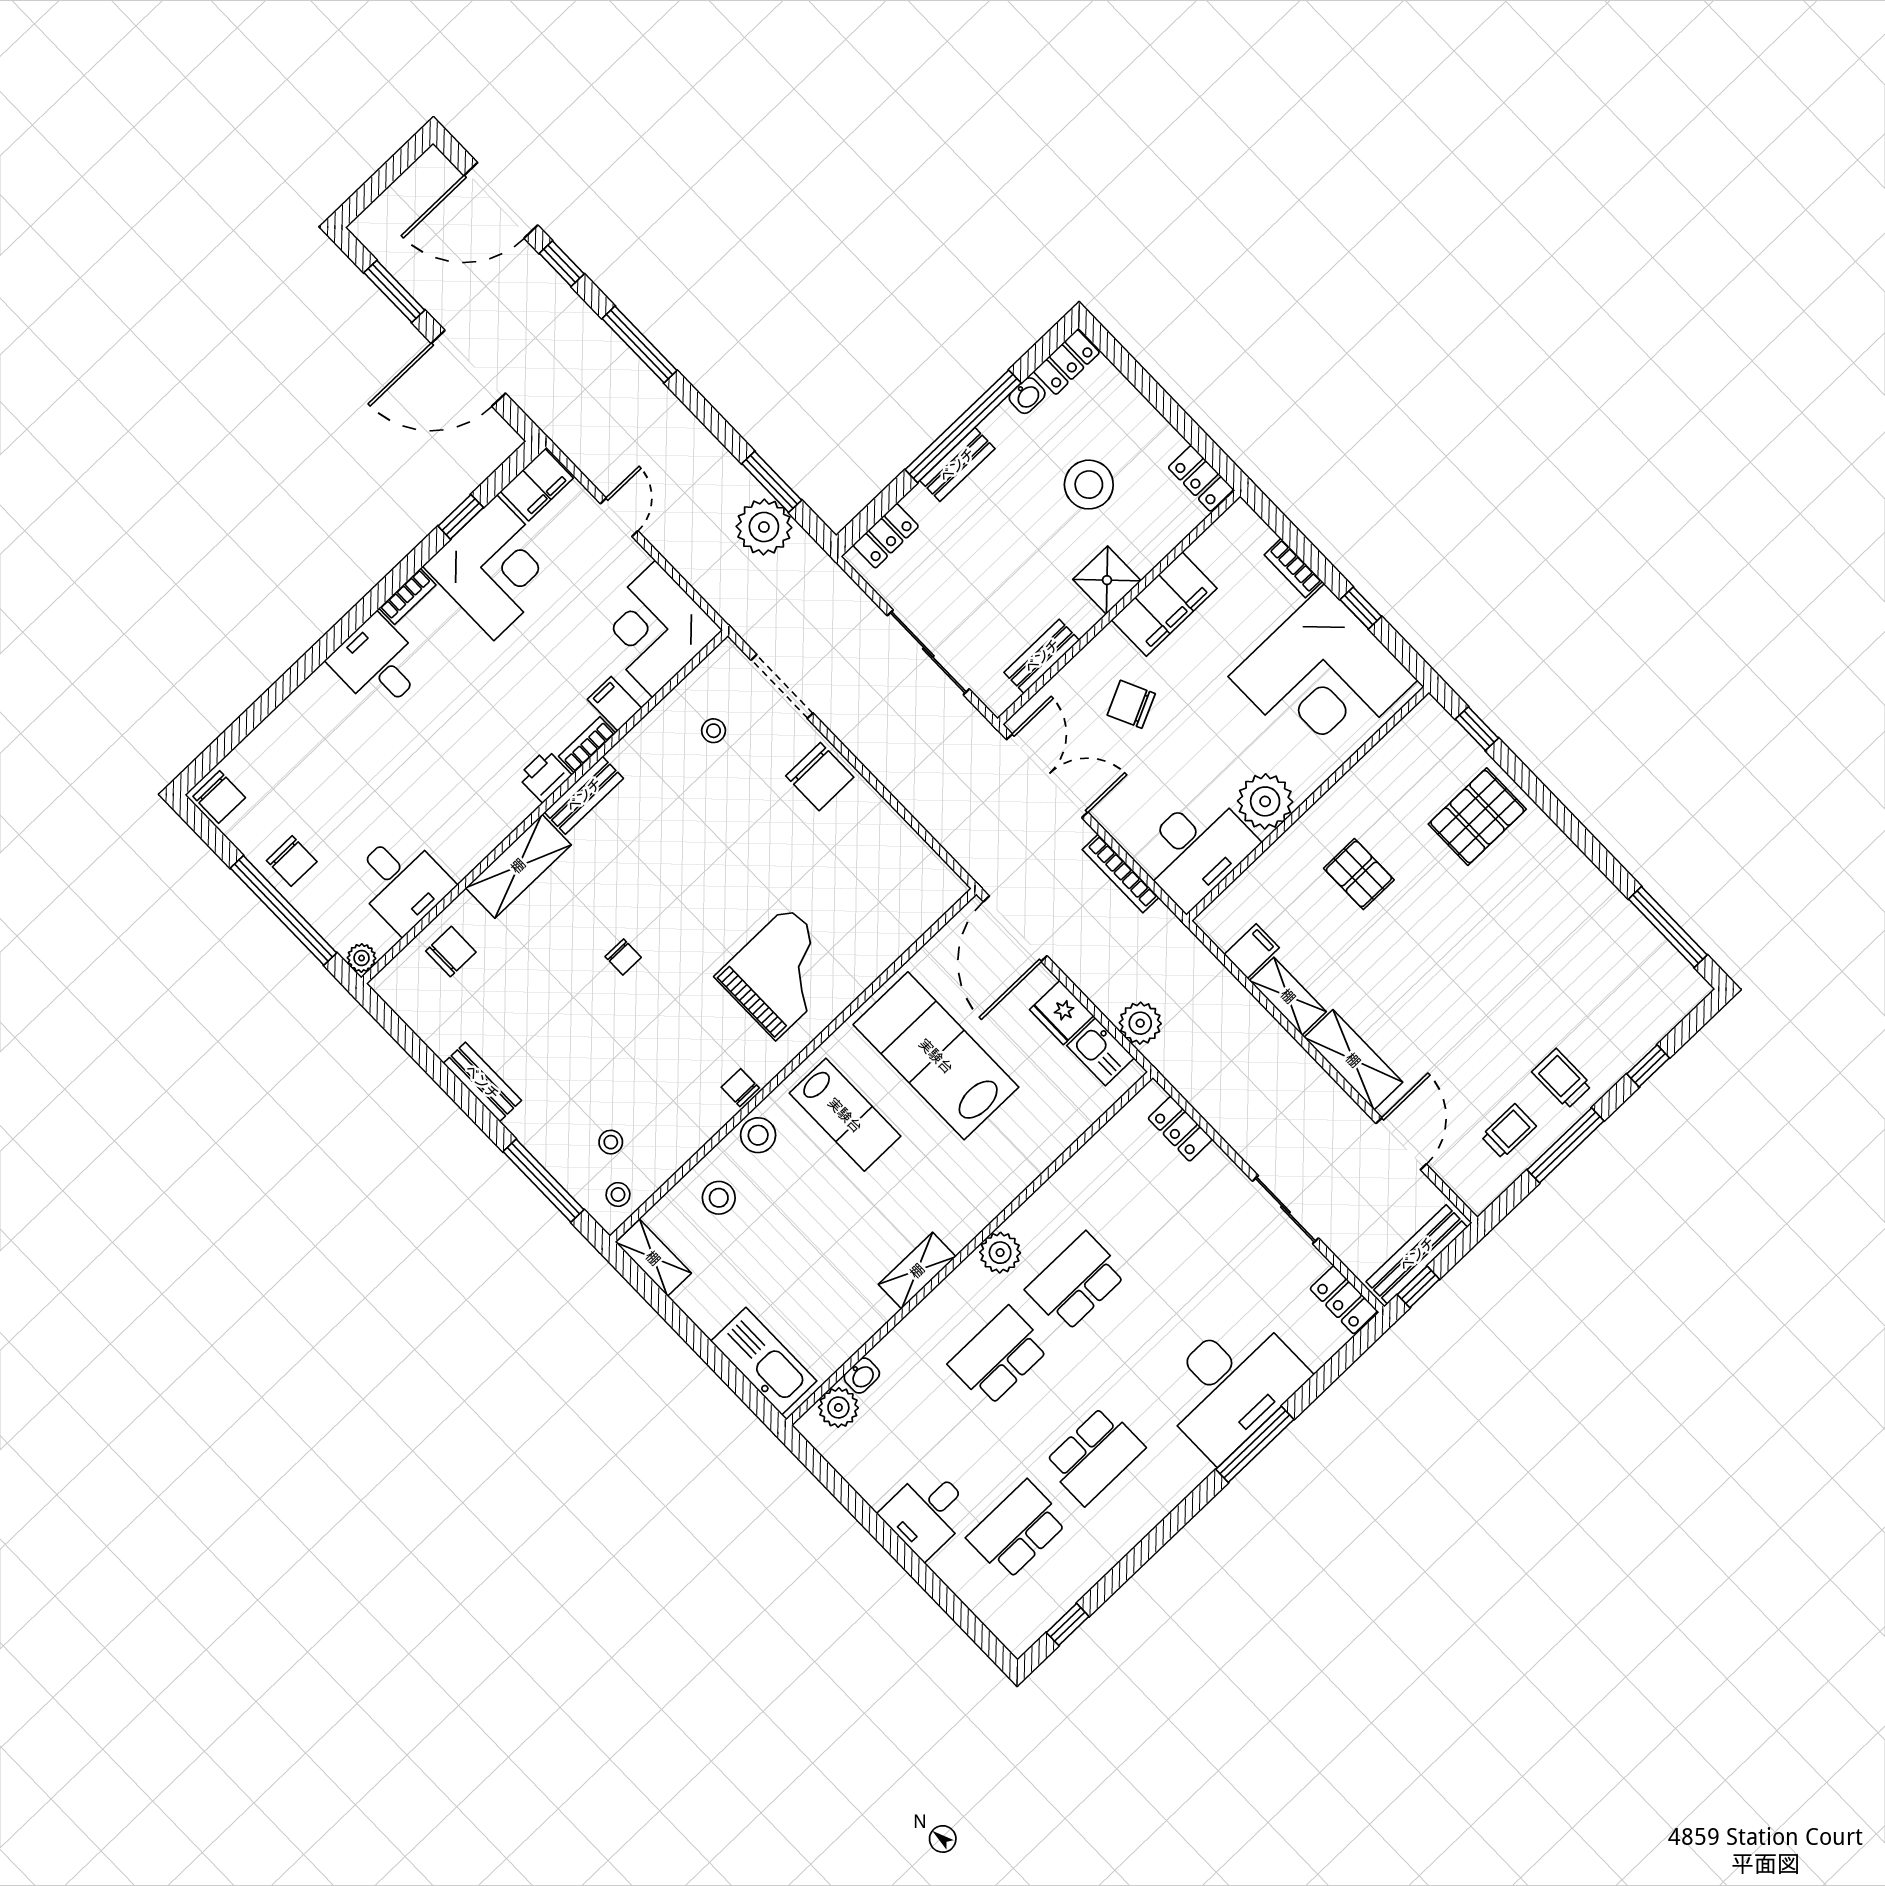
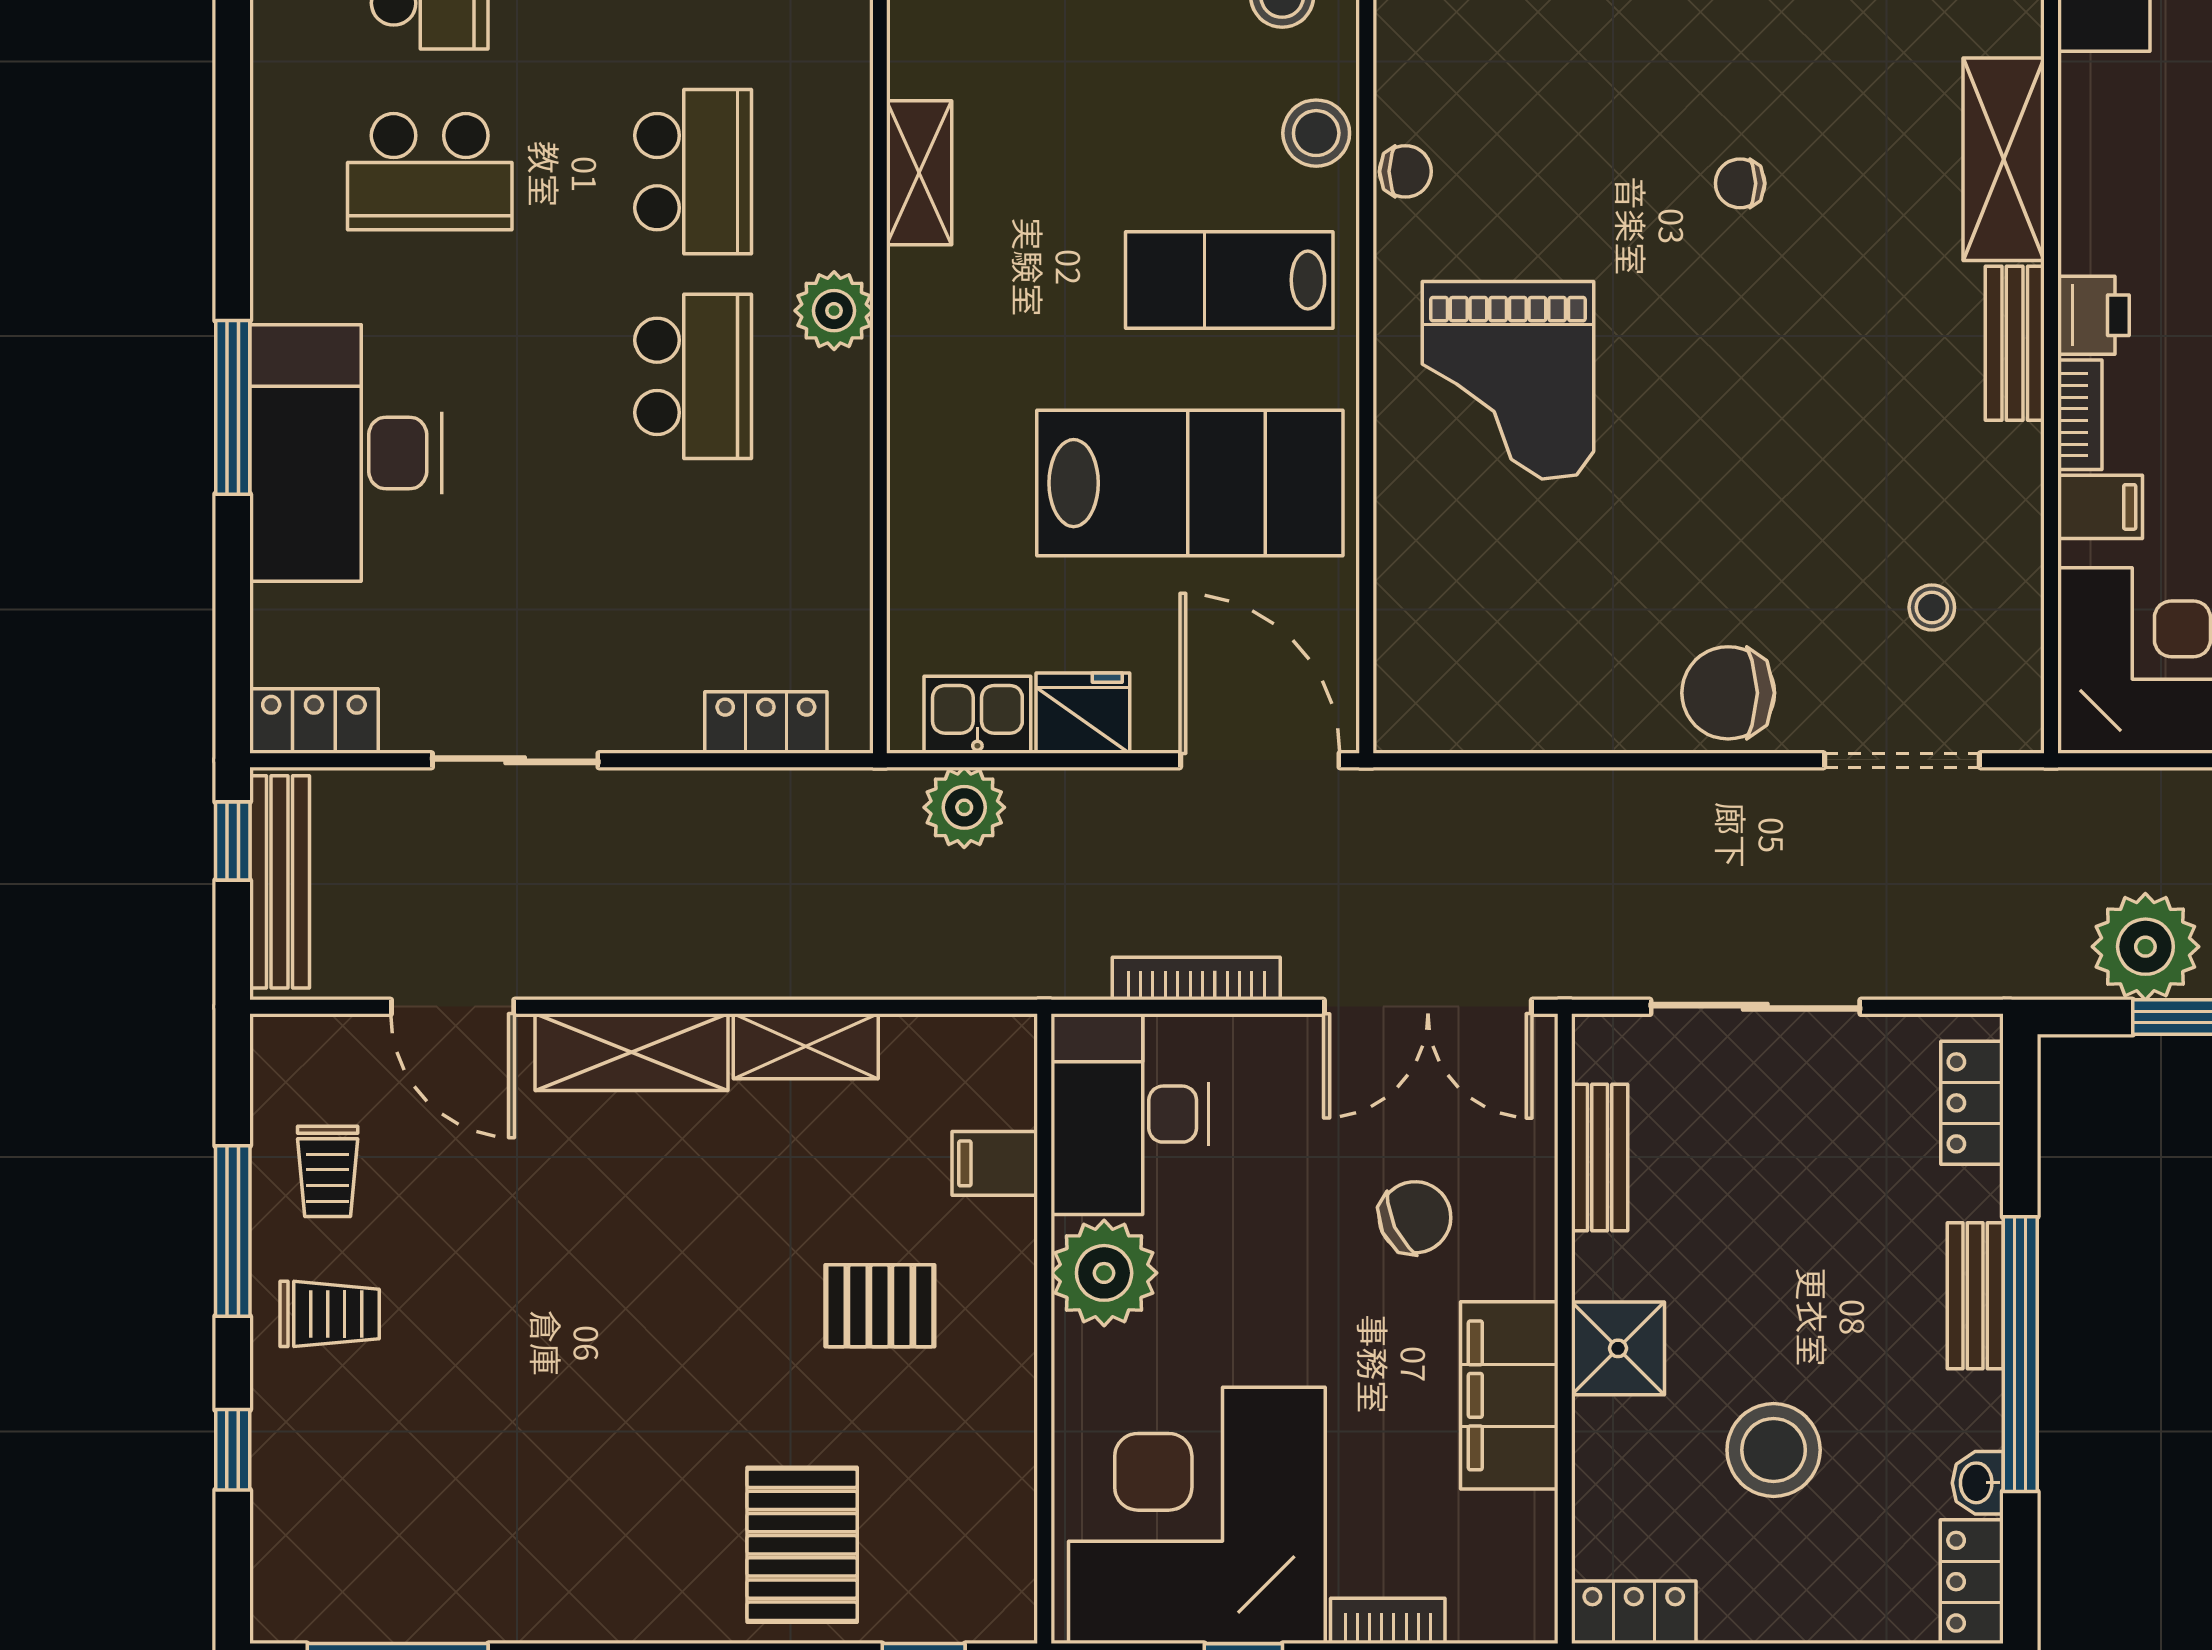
filing cabinet: (1252, 951) -> (995, 1163), moved, turned 90
school desk: (1094, 1456) -> (430, 172), turned -90

